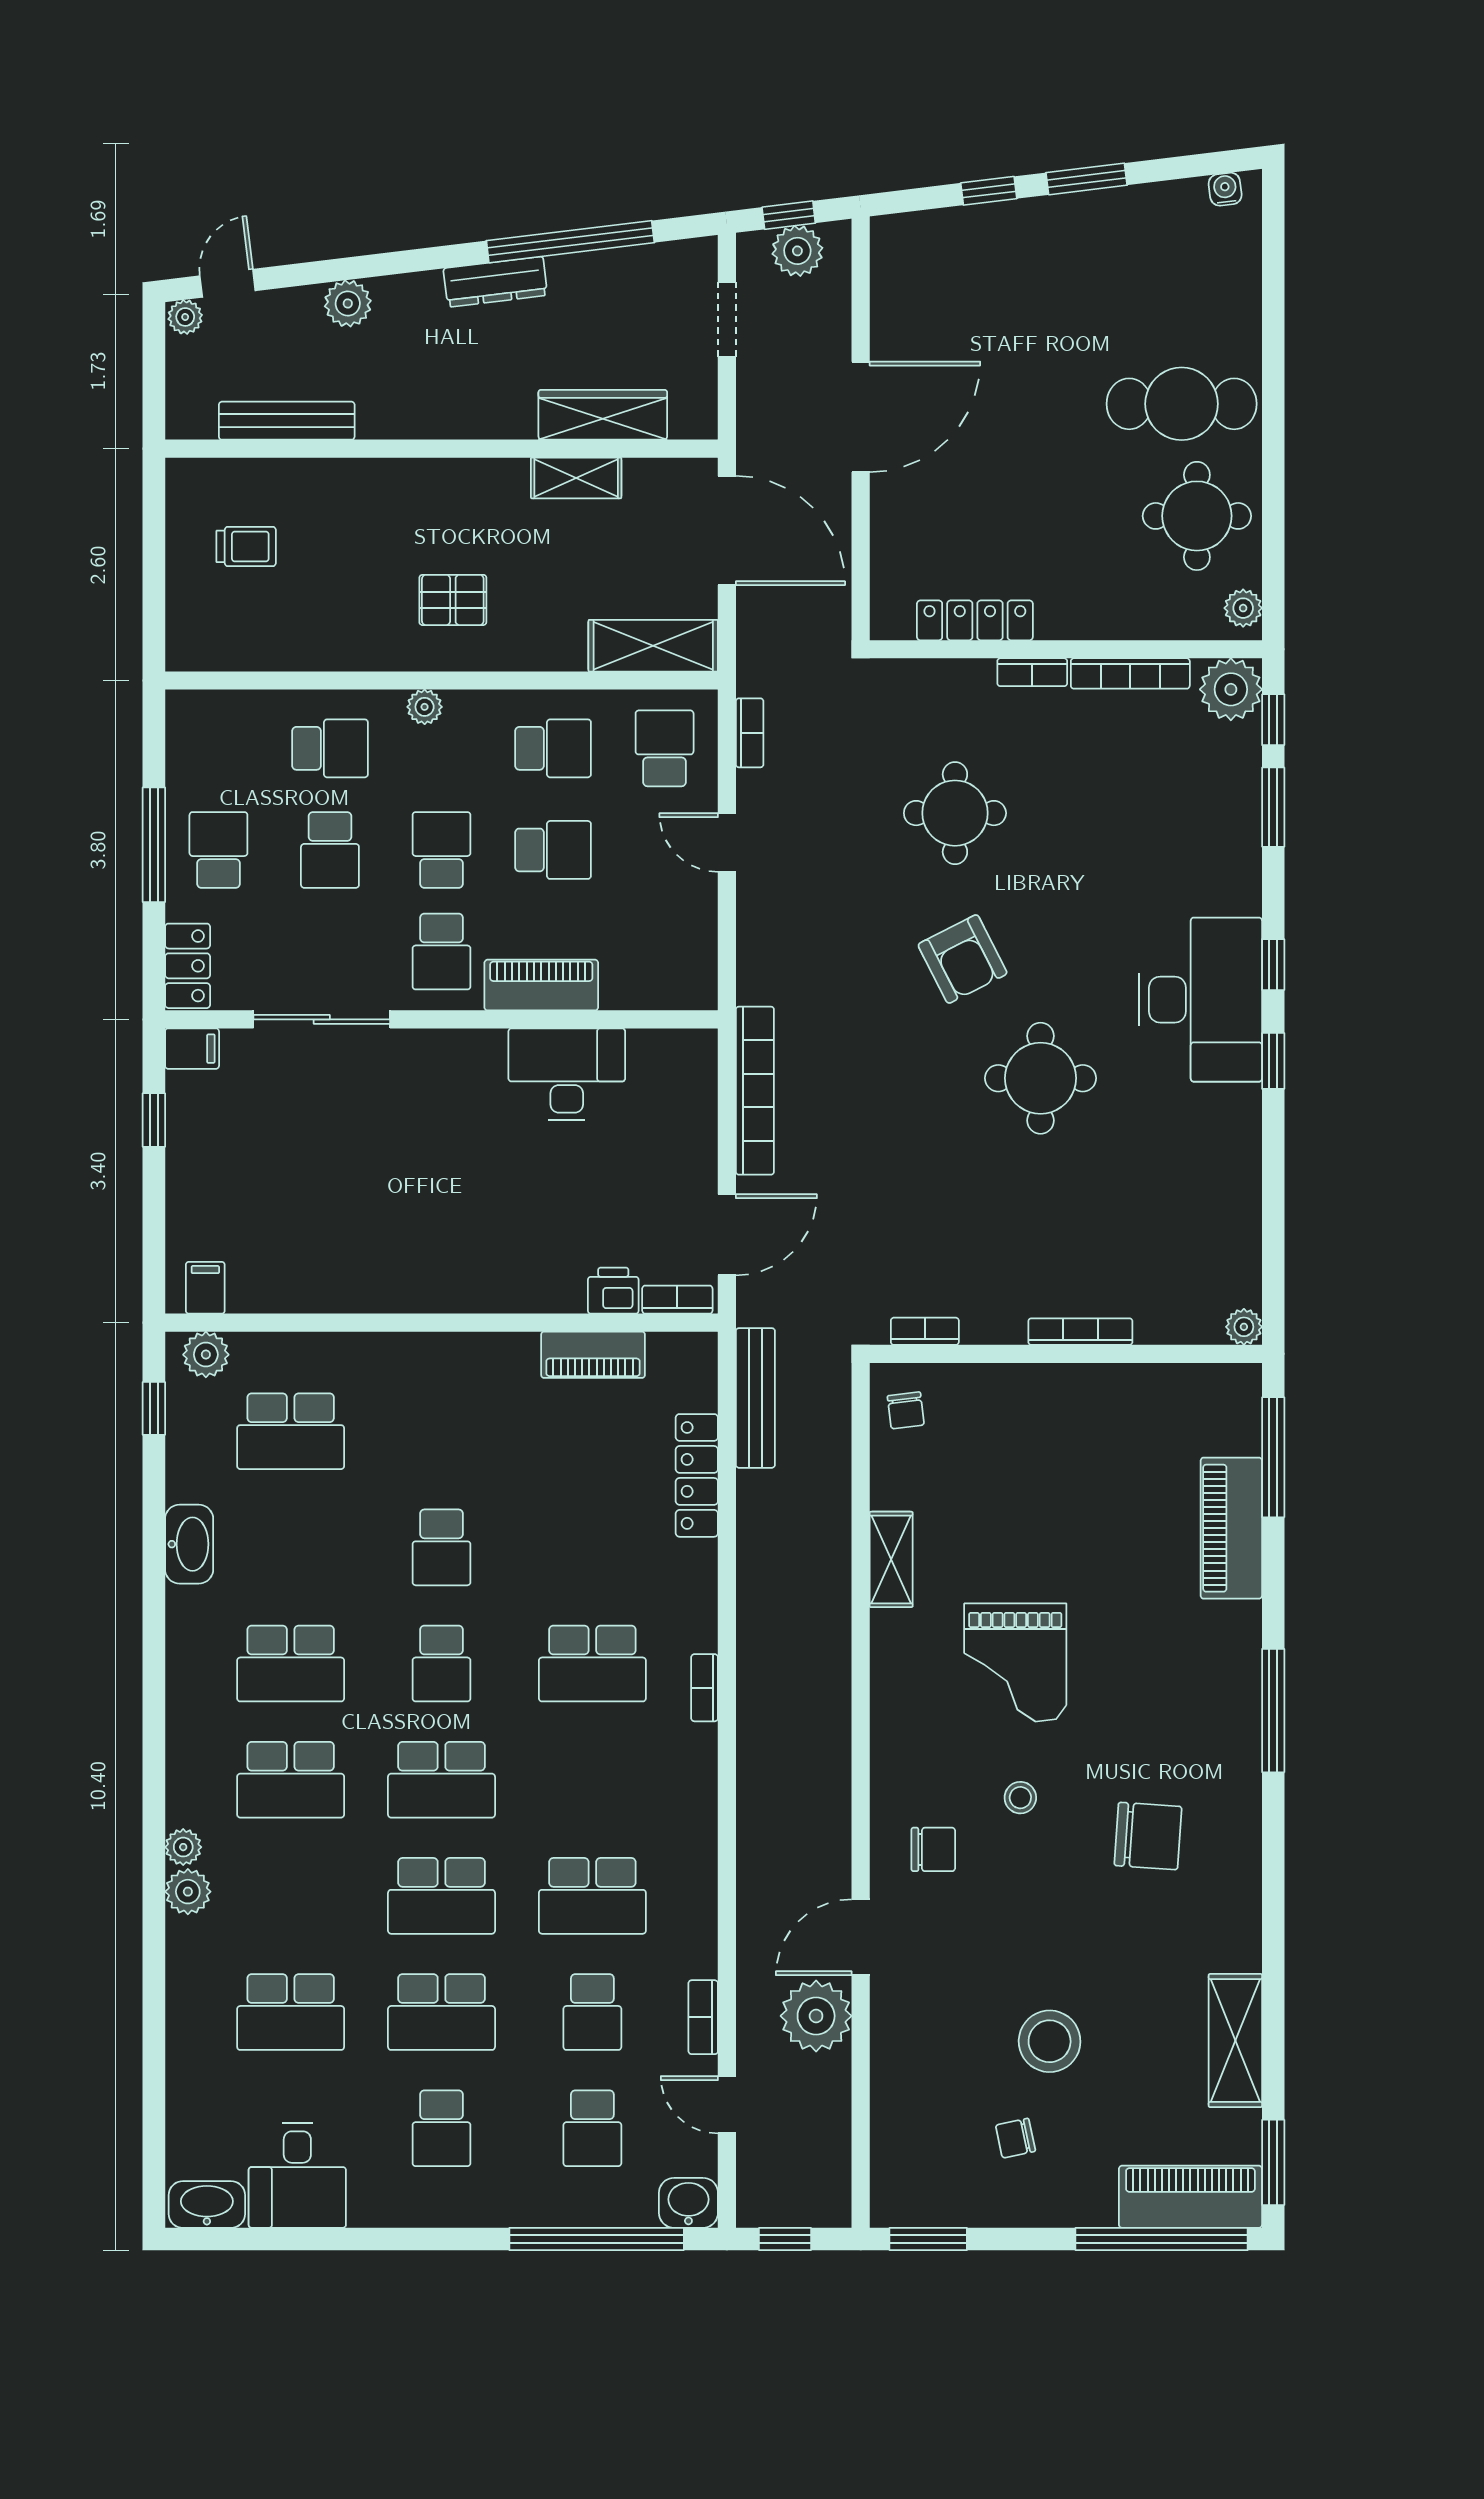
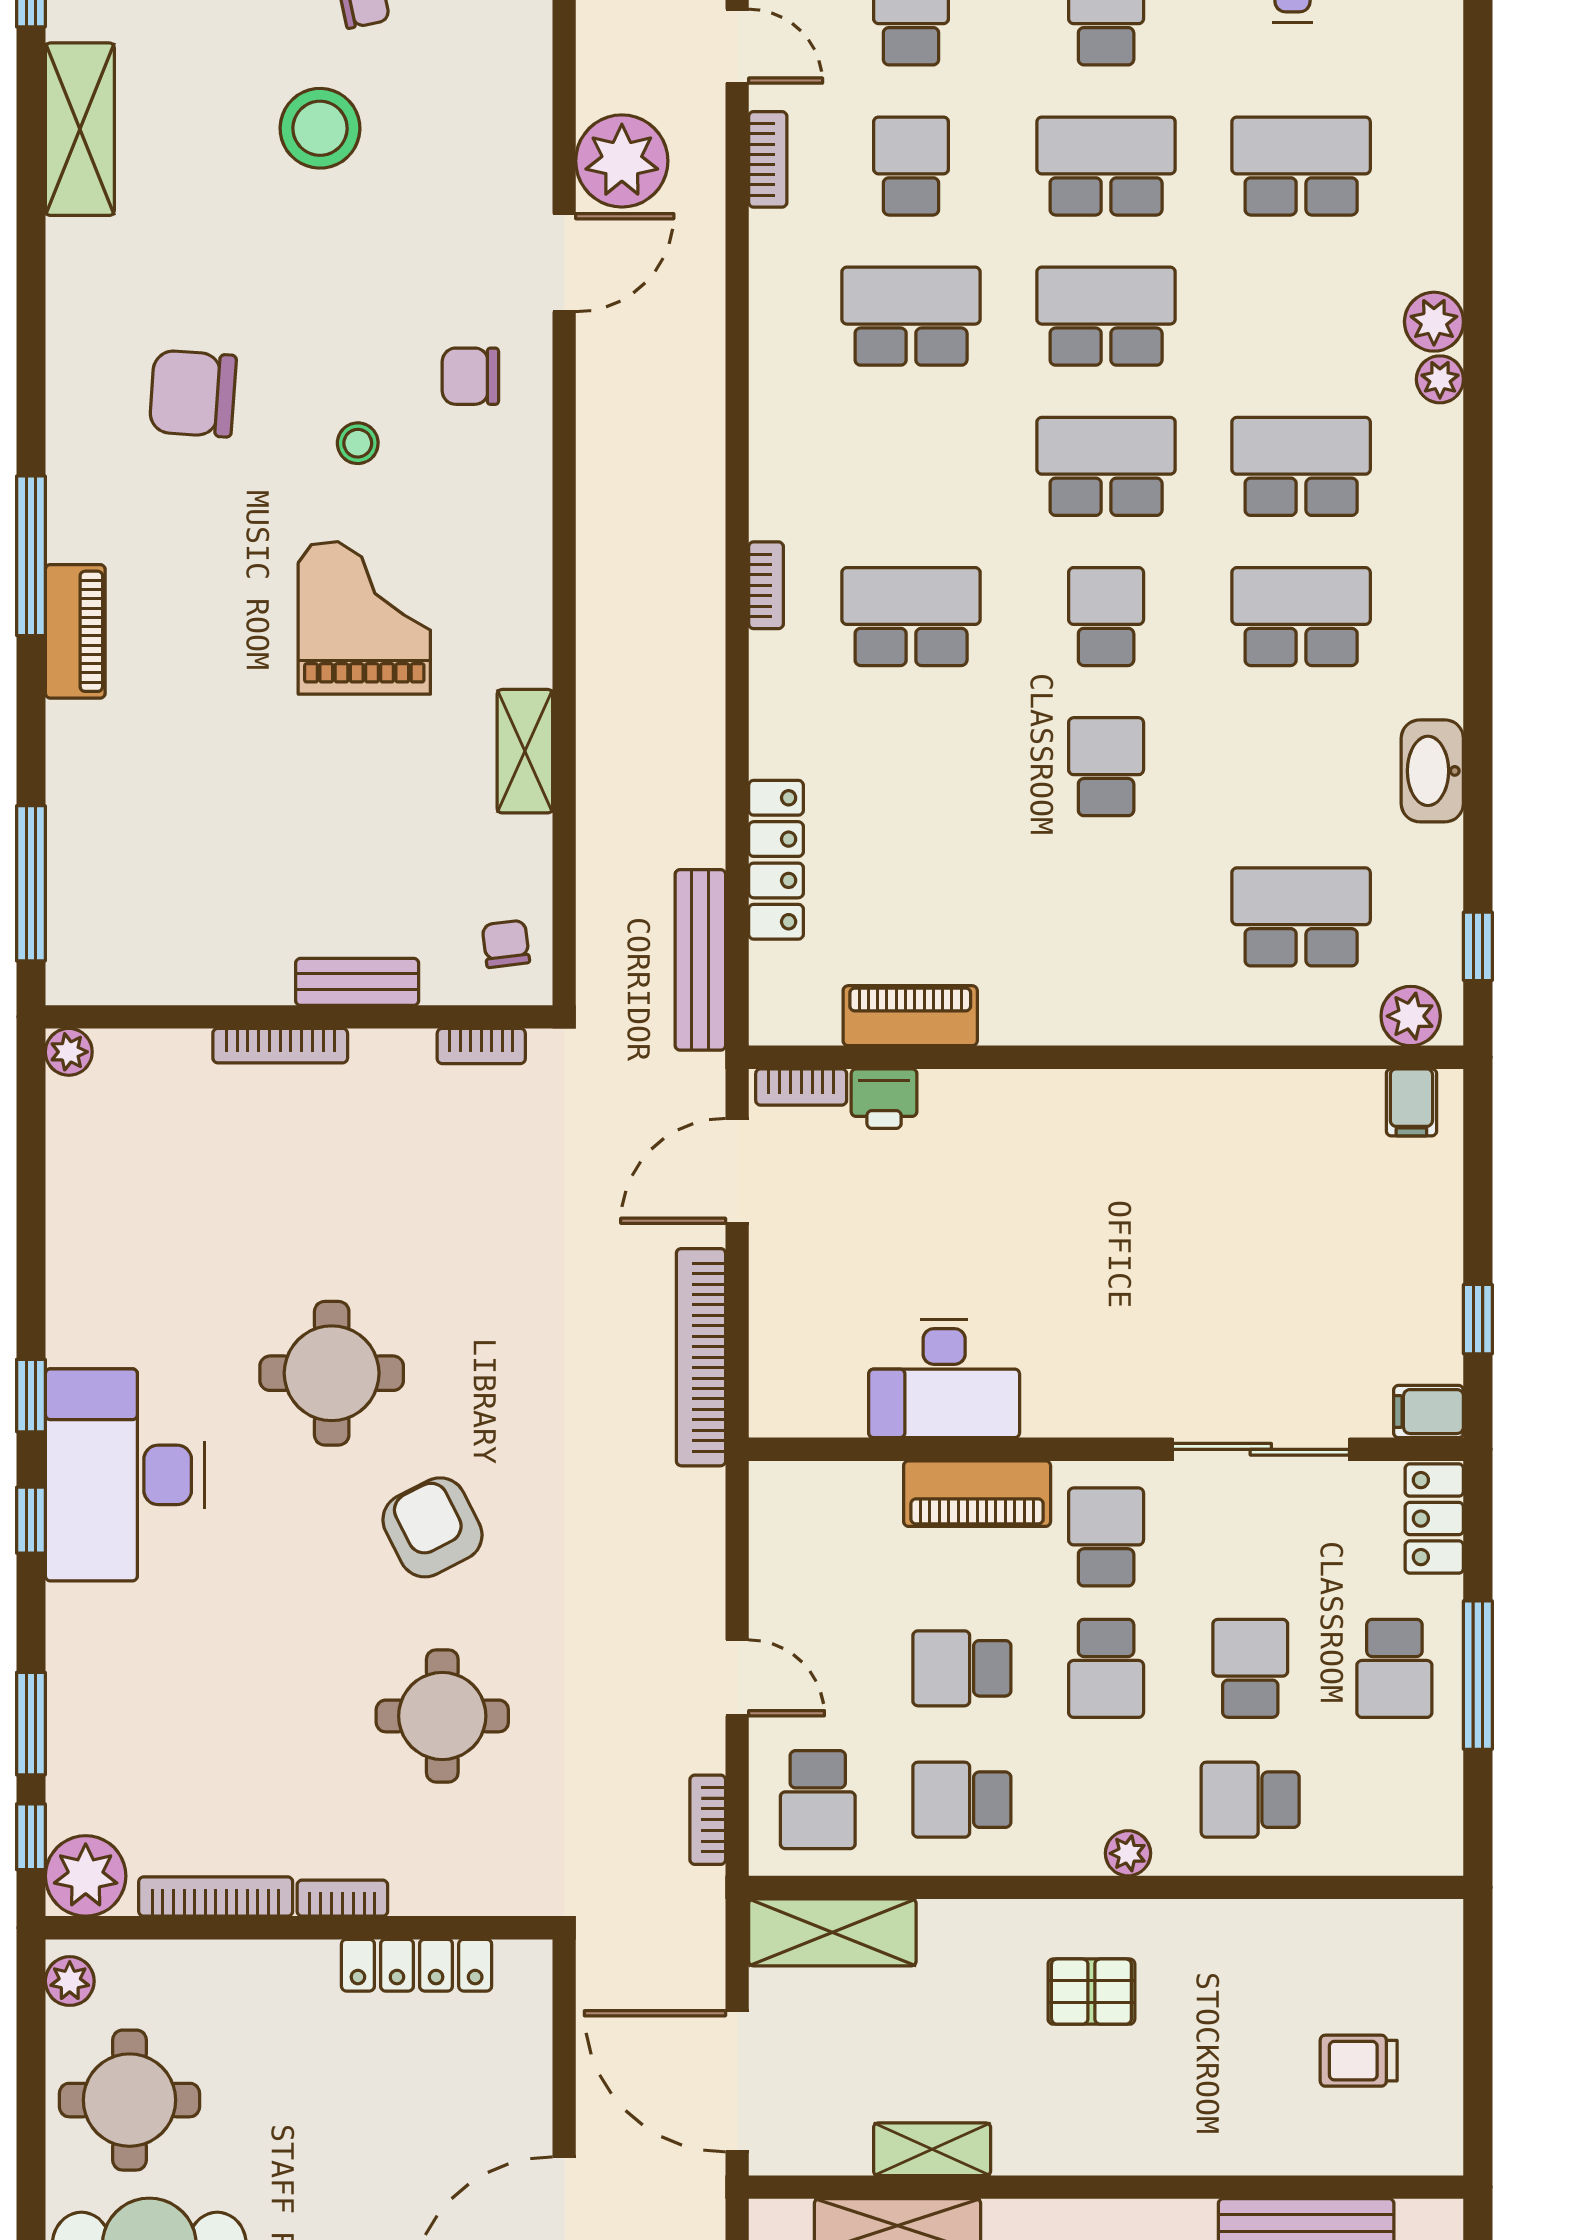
bench: (1021, 1381) -> (357, 982), added
piano: (1231, 1528) -> (75, 631), moved, width x0.73, depth x0.75

